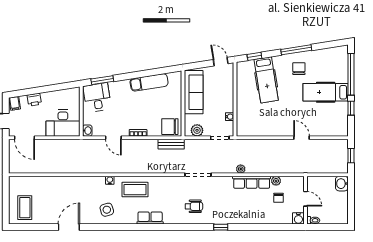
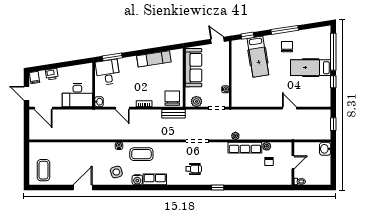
chair: (170, 127) -> (172, 98), turned 90
door: (306, 199) -> (293, 162), hinge flipped
water cooler: (298, 218) -> (137, 180), moved

